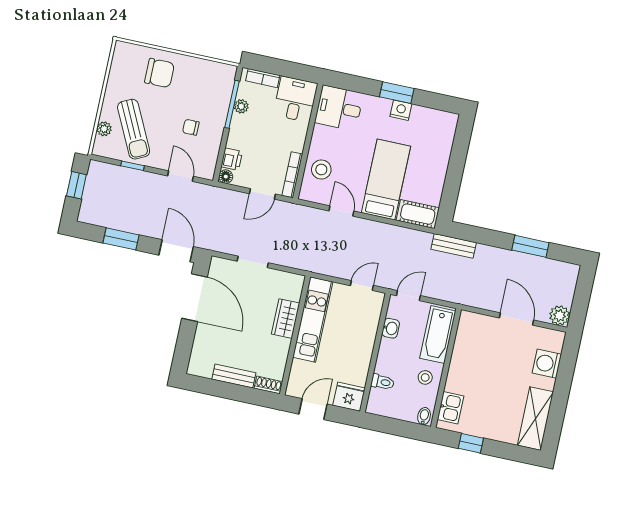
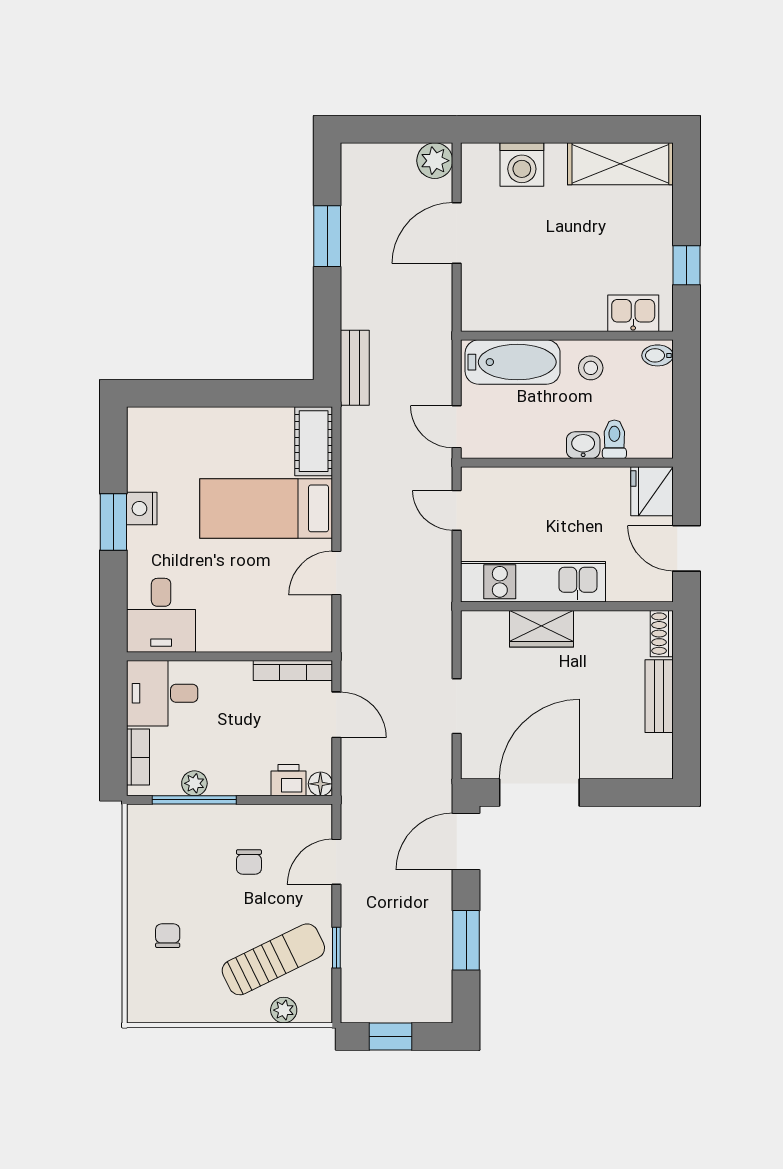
chair: (160, 73) -> (168, 936), width x0.54, depth x0.54
stool: (321, 169) -> (273, 623), removed
washbasin: (391, 328) -> (583, 445), moved

